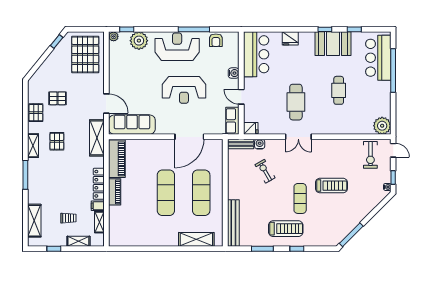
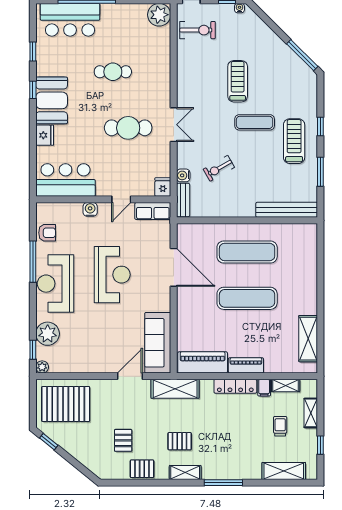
booth: (333, 44) -> (52, 100), moved
shelving: (196, 239) -> (308, 339), moved

